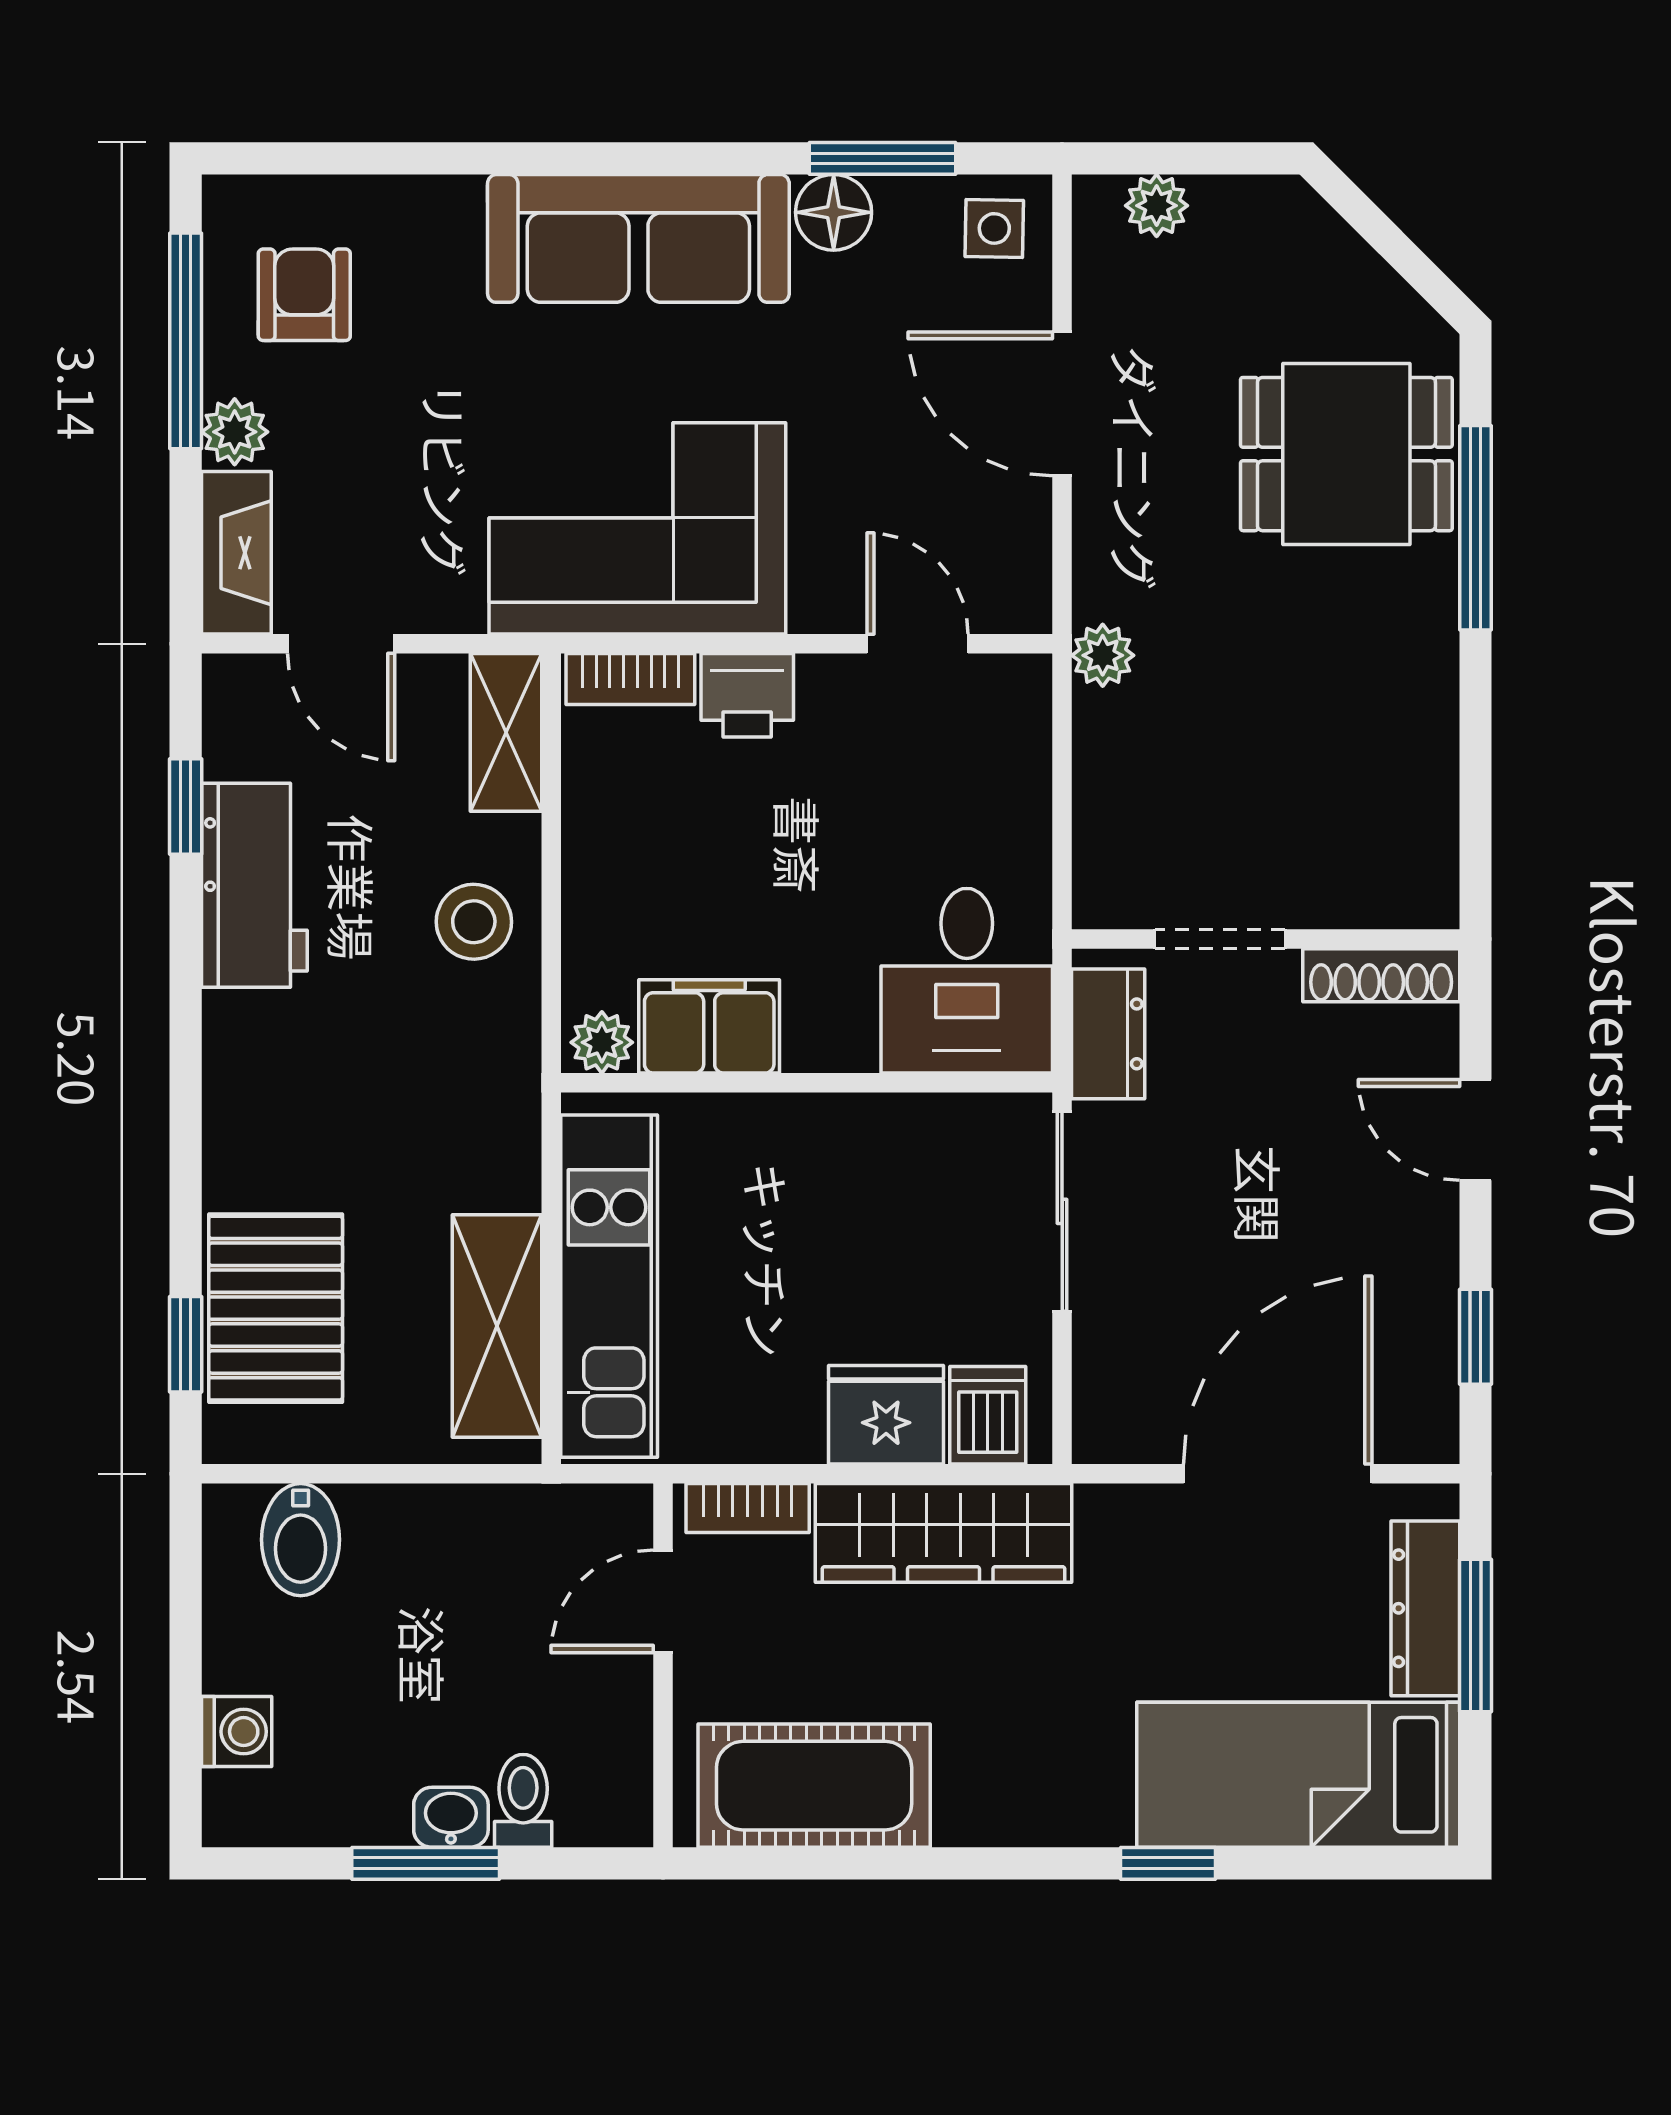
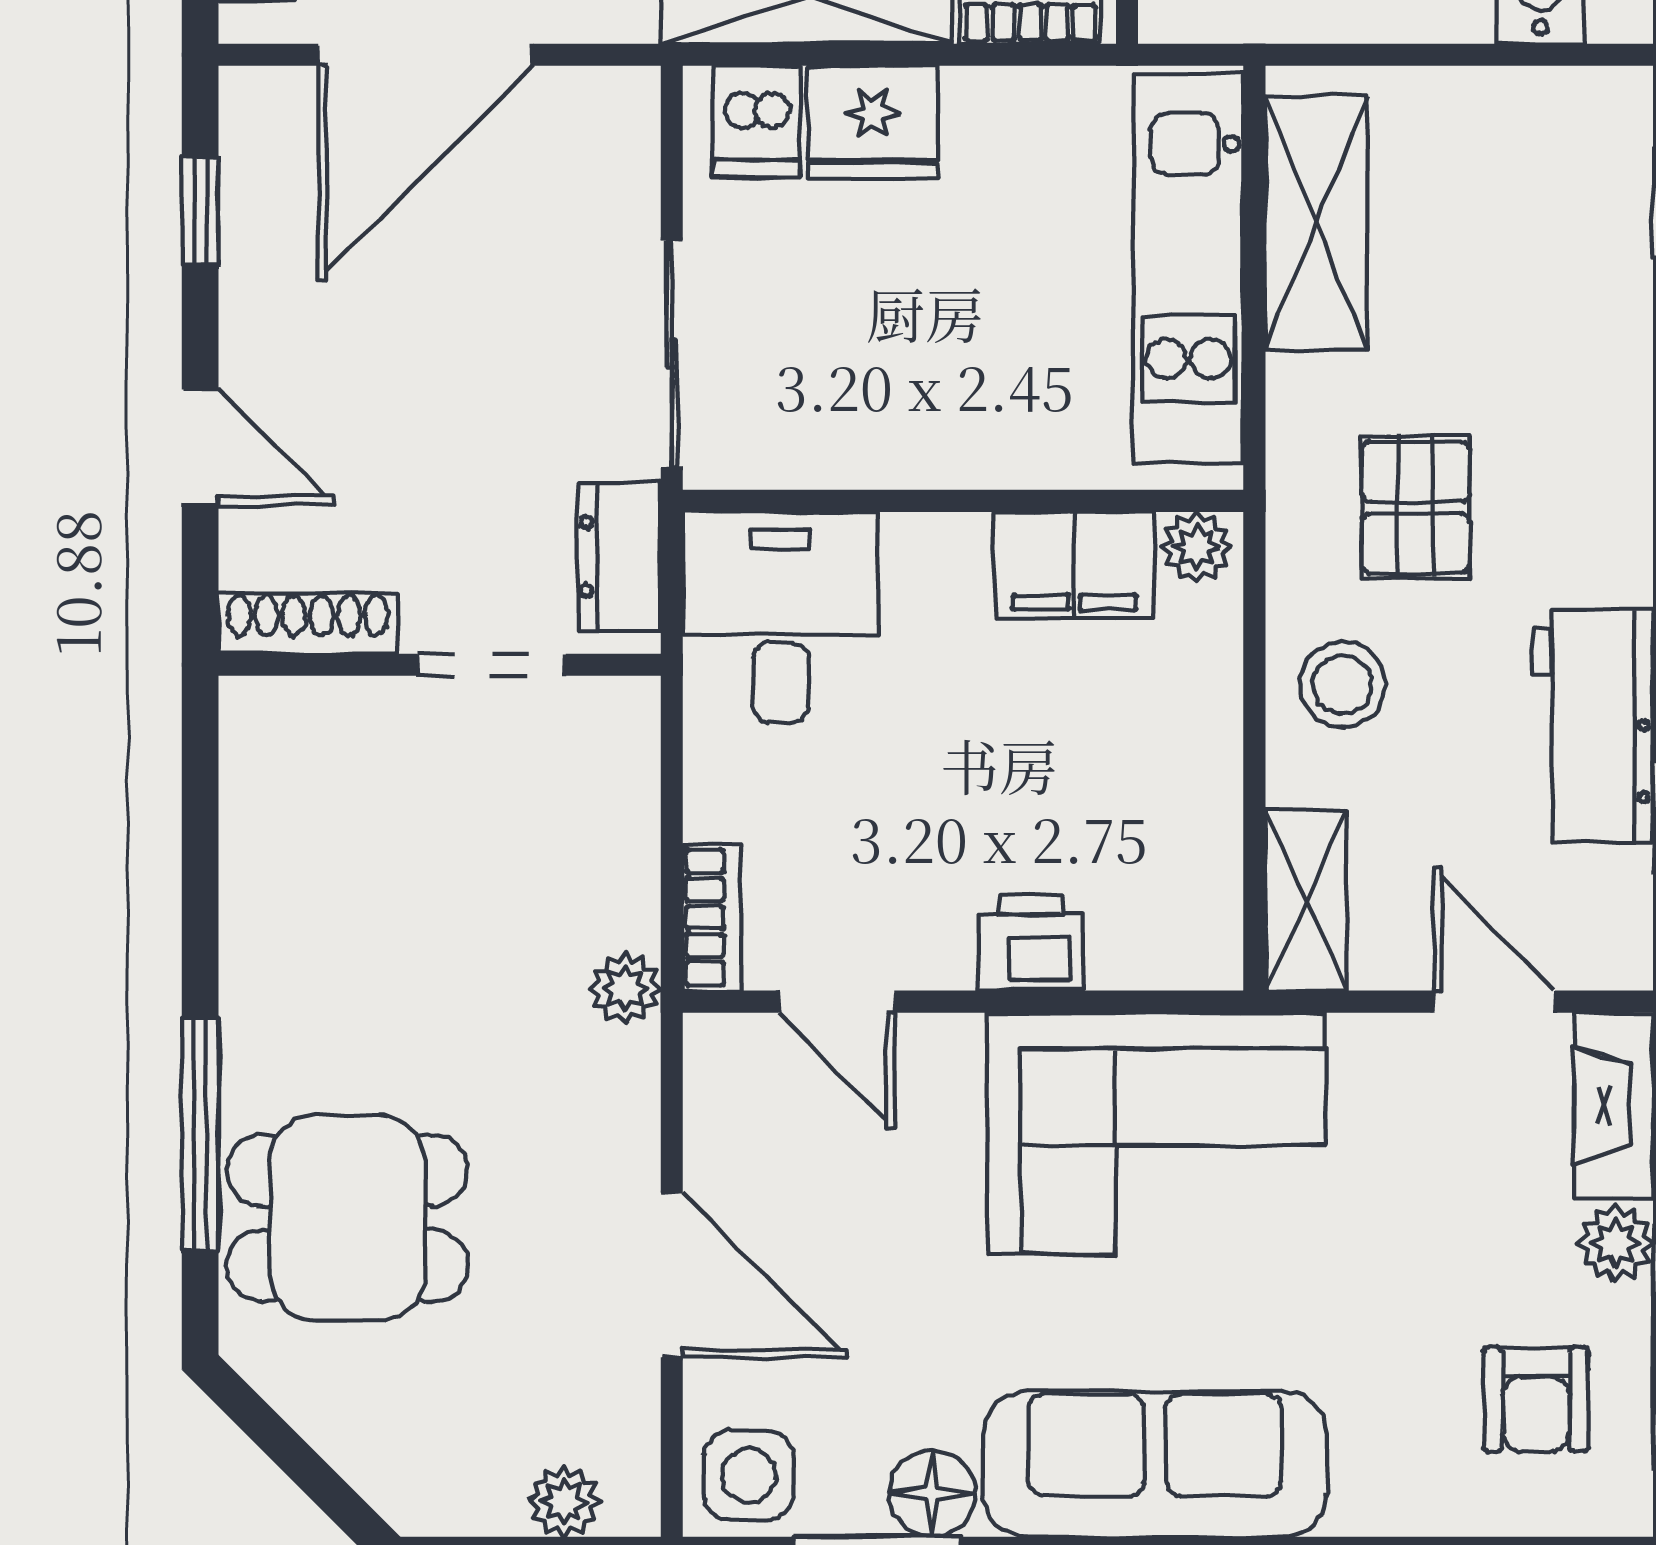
side table: (994, 228) -> (749, 1475), width x1.37, depth x1.37
bookcase: (630, 679) -> (712, 917), moved, turned 90
pallet: (276, 1308) -> (1416, 507), moved, width x0.67, depth x0.71

